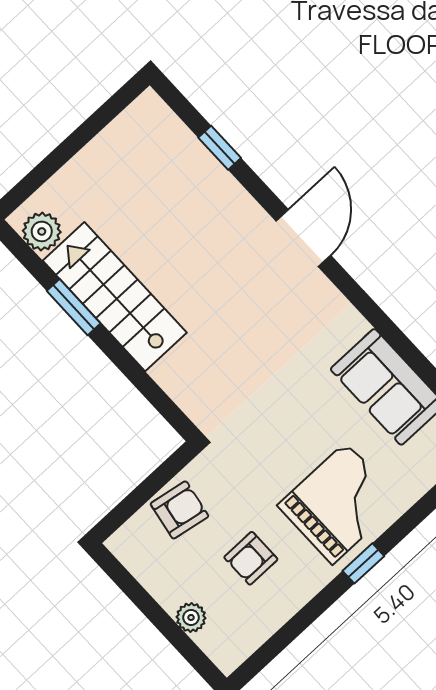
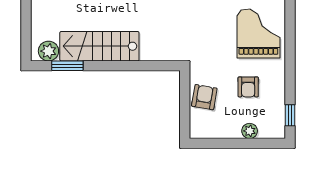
window: (74, 307) -> (67, 66), moved
window: (363, 563) -> (290, 115), moved

